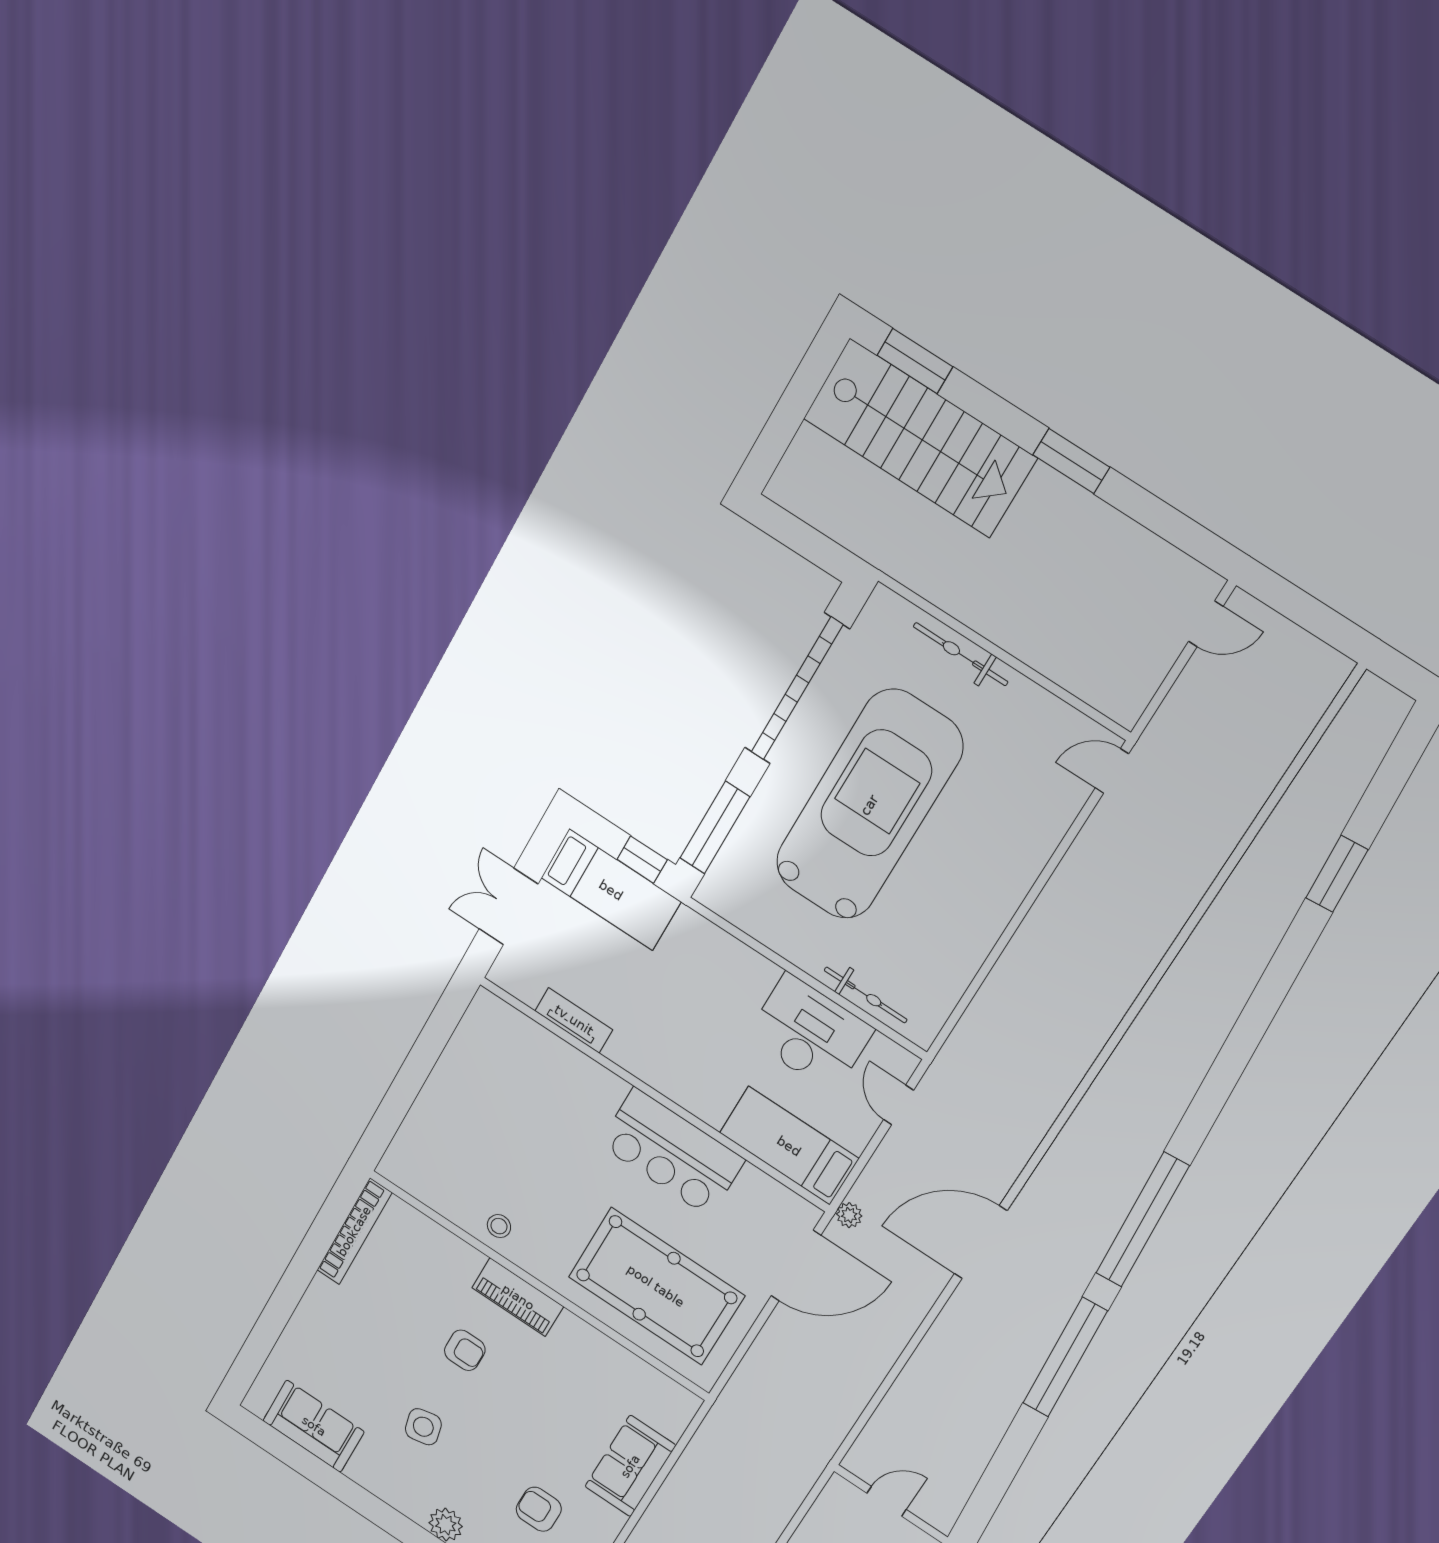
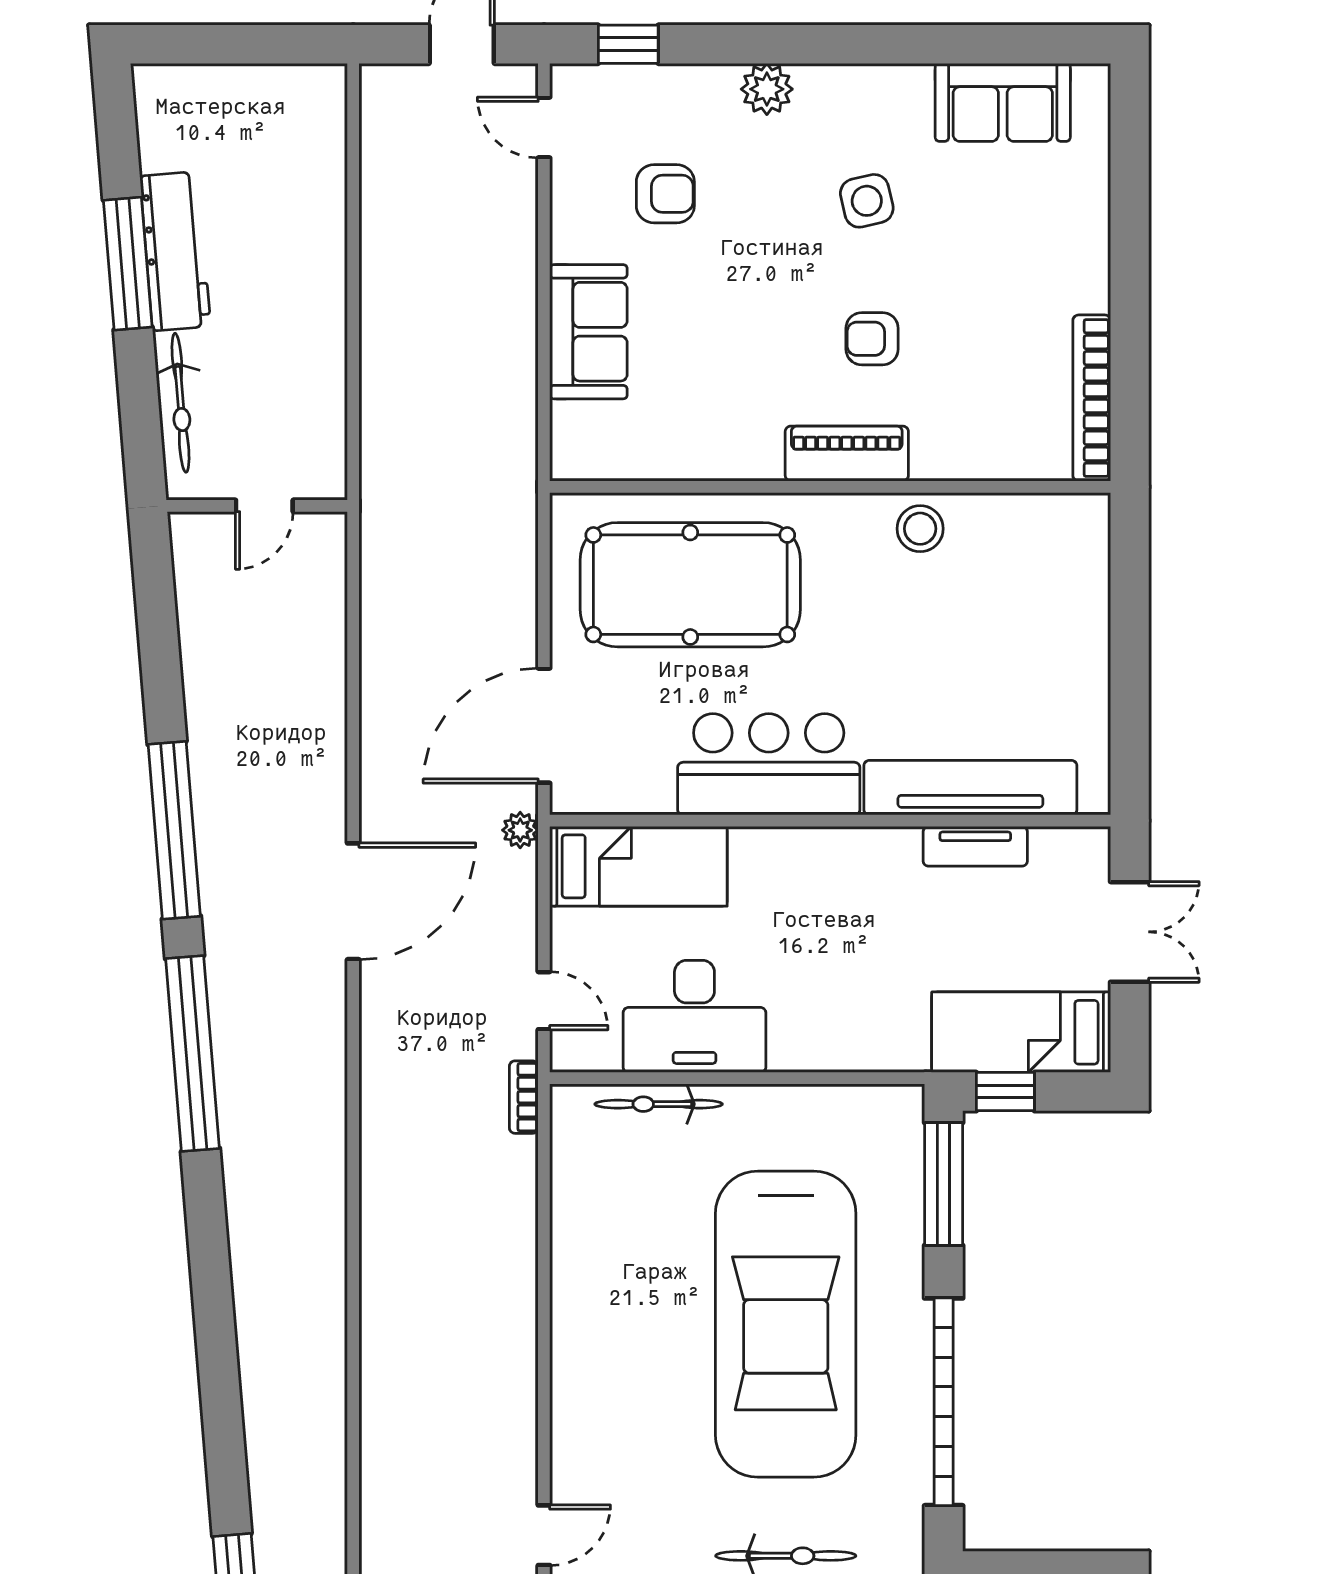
bookcase: (949, 1055) -> (524, 1097), added
tv unit: (557, 1057) -> (970, 788), added
stool: (499, 1226) -> (920, 529), width x1.37, depth x1.37

